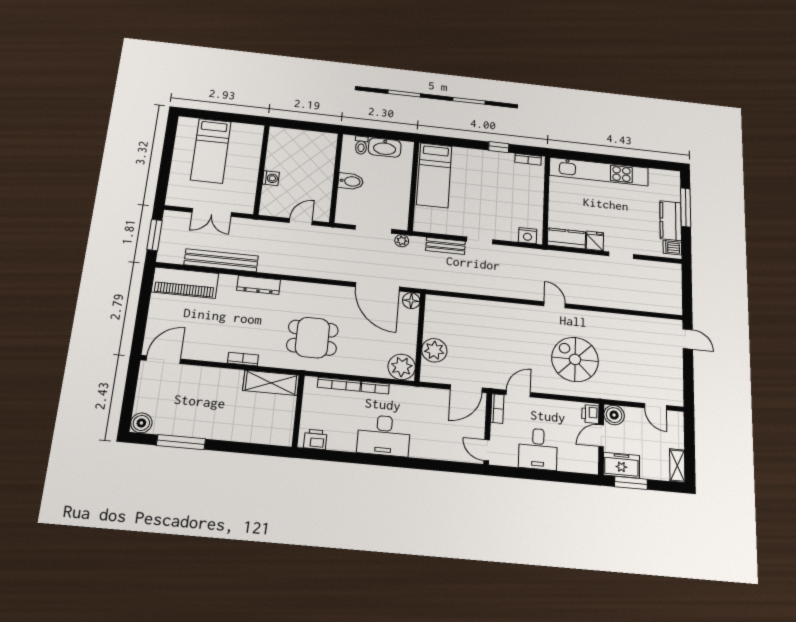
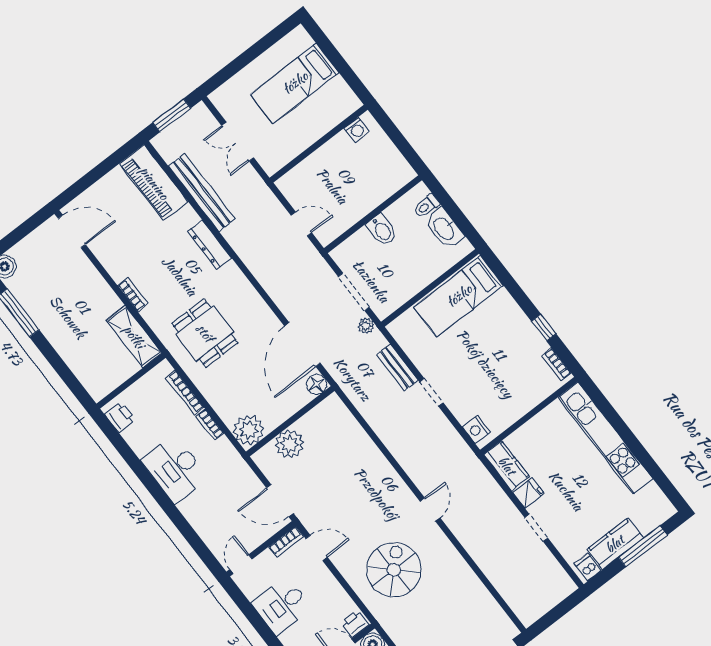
washing machine: (271, 178) -> (356, 130), moved

